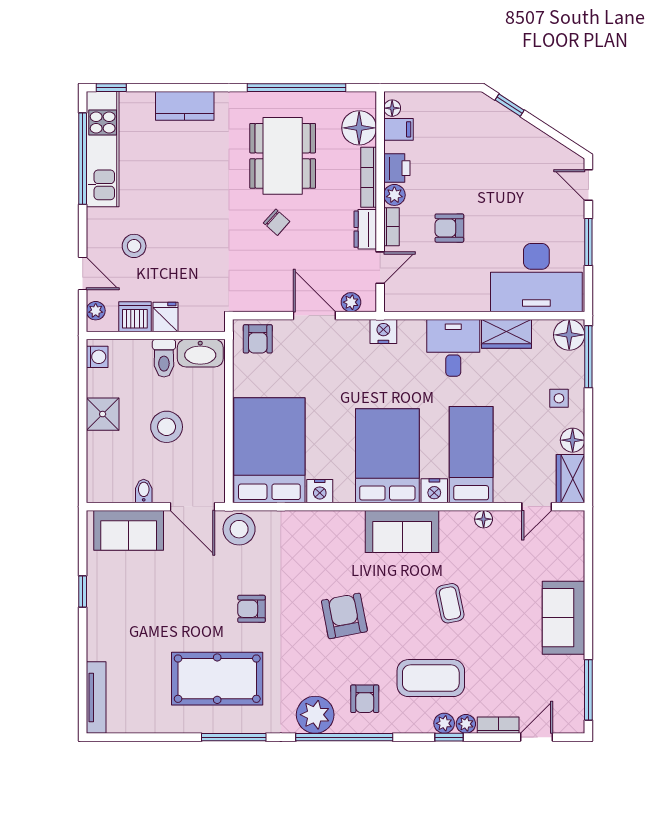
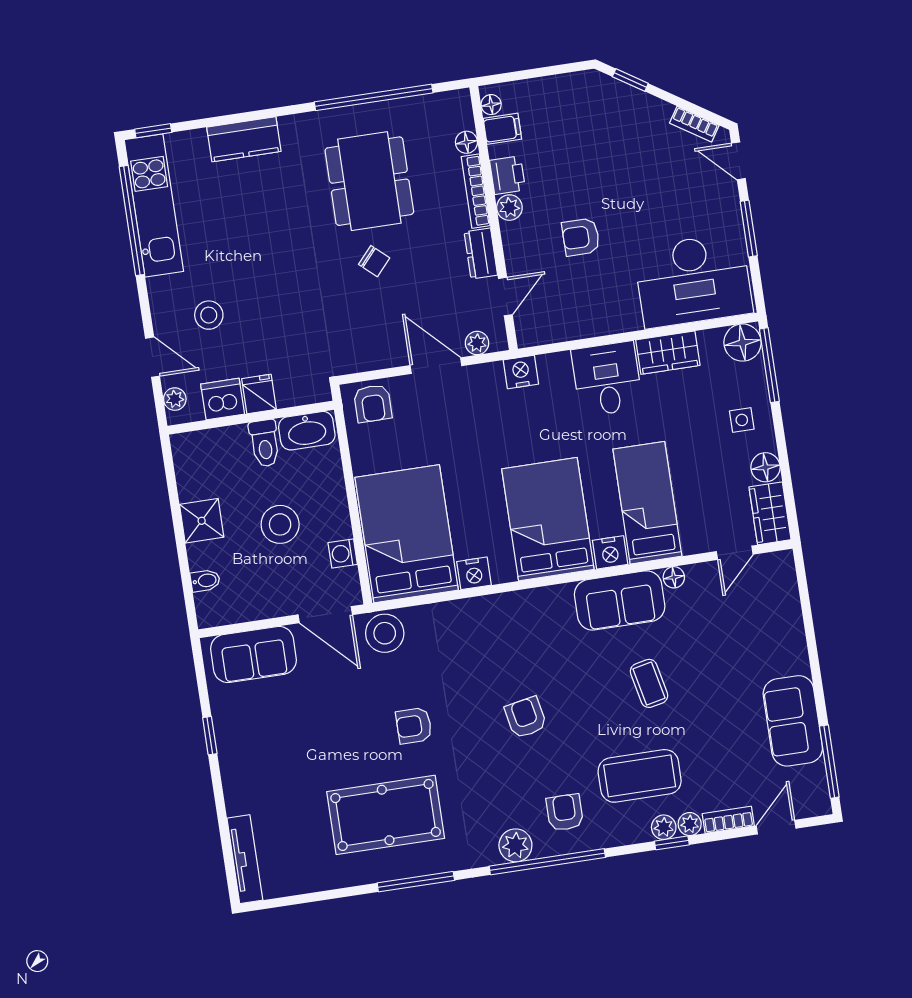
floor lamp: (359, 128) -> (466, 142), width x0.53, depth x0.53
bookcase: (392, 227) -> (694, 124), moved, turned 123
washing machine: (97, 357) -> (343, 554), moved, turned 180
bidet: (144, 491) -> (205, 581), moved, turned 90
sofa: (402, 531) -> (620, 600), moved
armchair: (344, 616) -> (526, 717), width x0.72, depth x0.72
sofa: (564, 618) -> (793, 721), moved
armchair: (365, 699) -> (565, 812), turned 180
plant: (315, 715) -> (515, 845), width x0.73, depth x0.73

